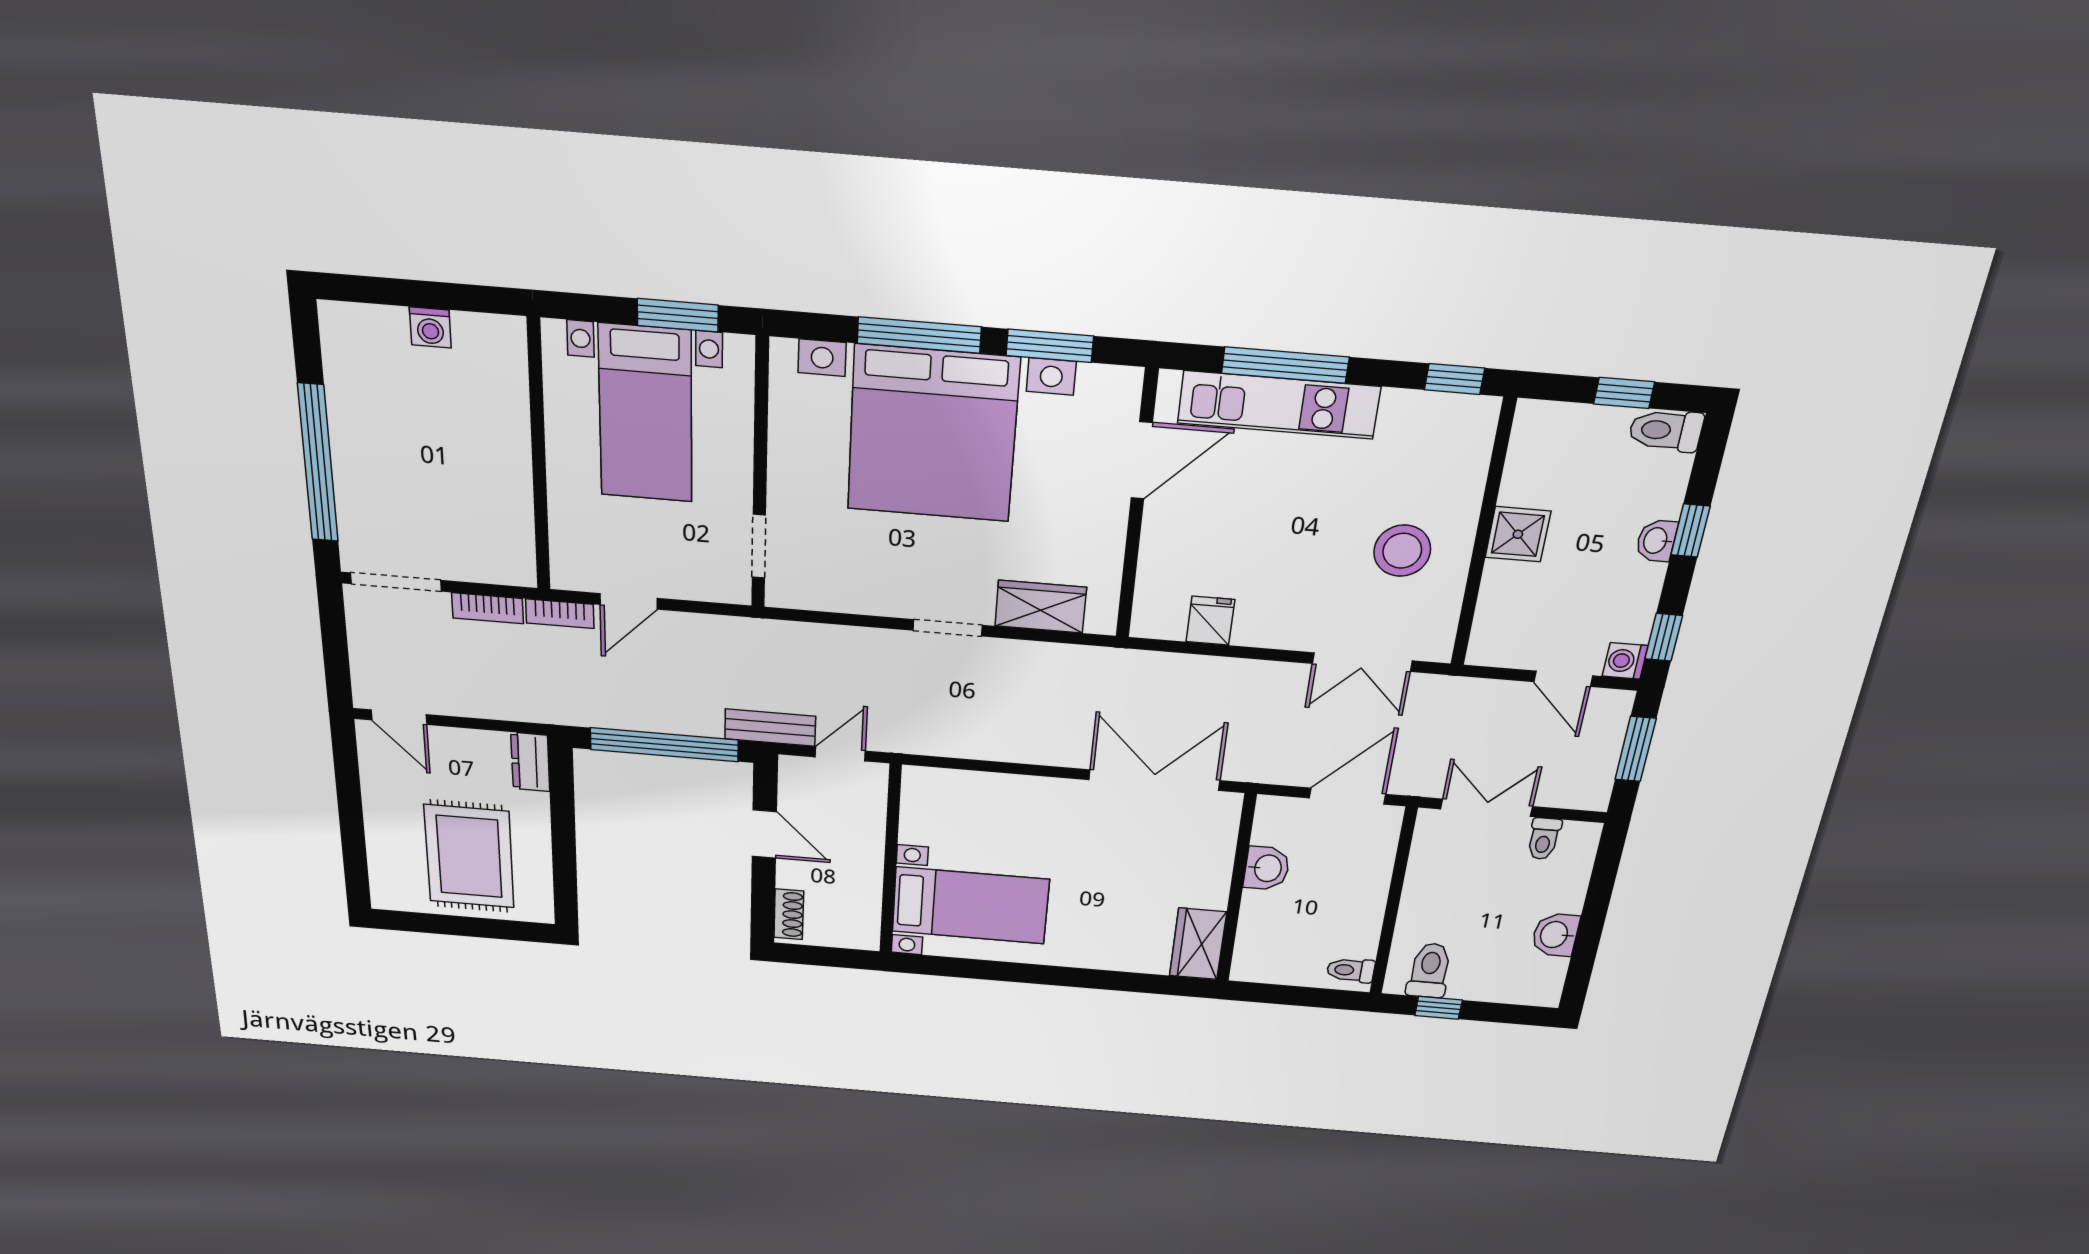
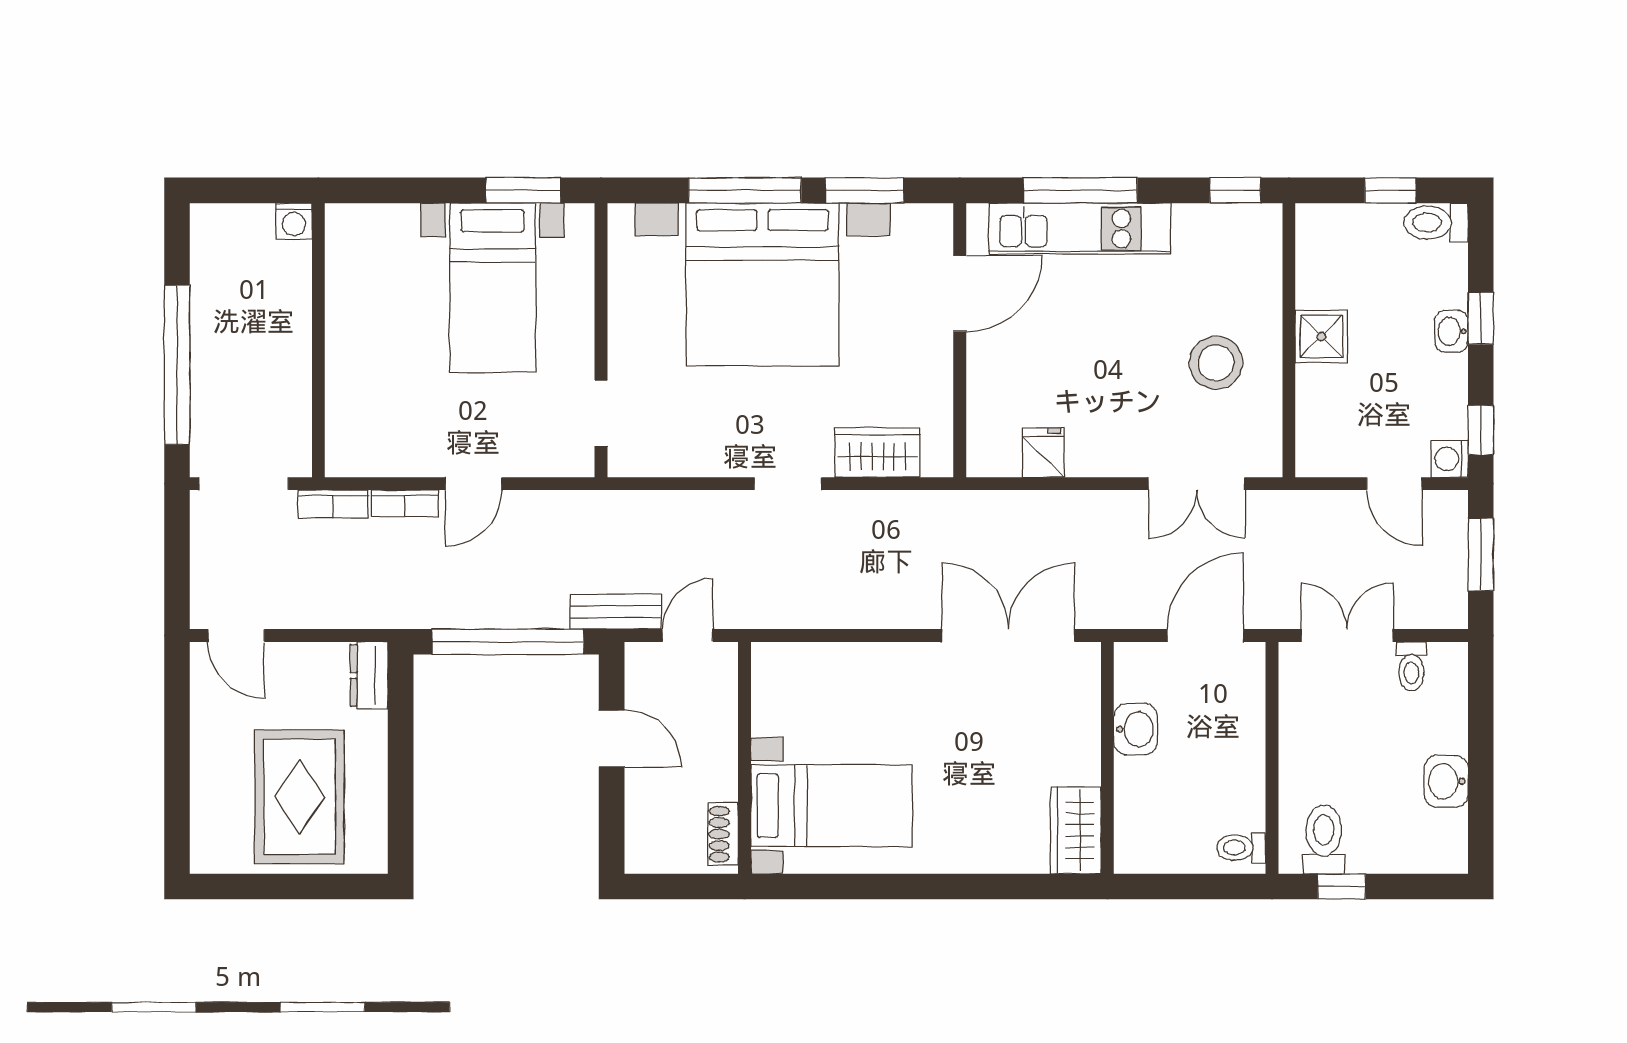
wall: (539, 457) -> (318, 340), moved
shoe rack: (789, 914) -> (723, 834), moved, turned 180

